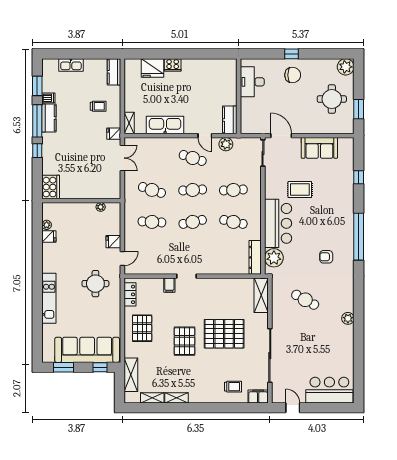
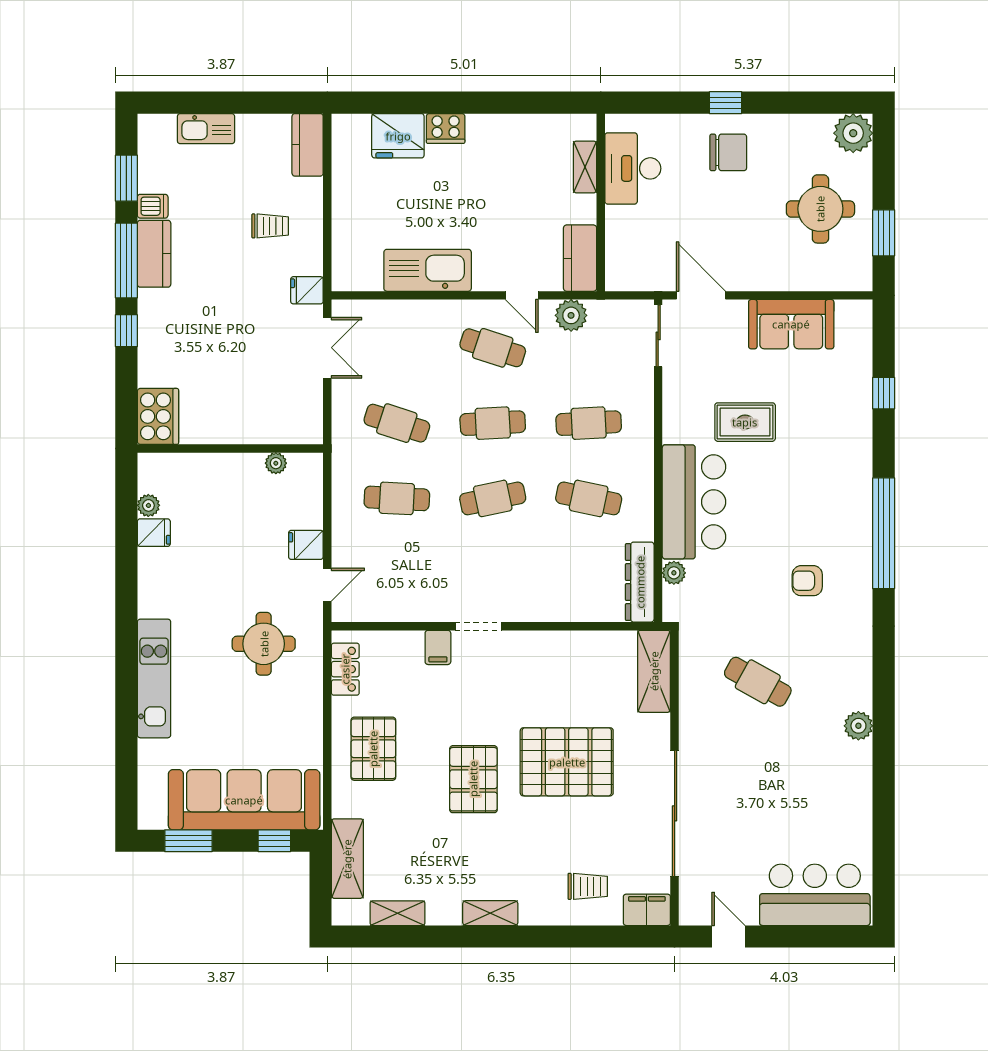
shelving: (129, 123) -> (585, 167), moved
plant: (274, 258) -> (674, 573), width x0.53, depth x0.53
shelving: (177, 398) -> (490, 913), moved

